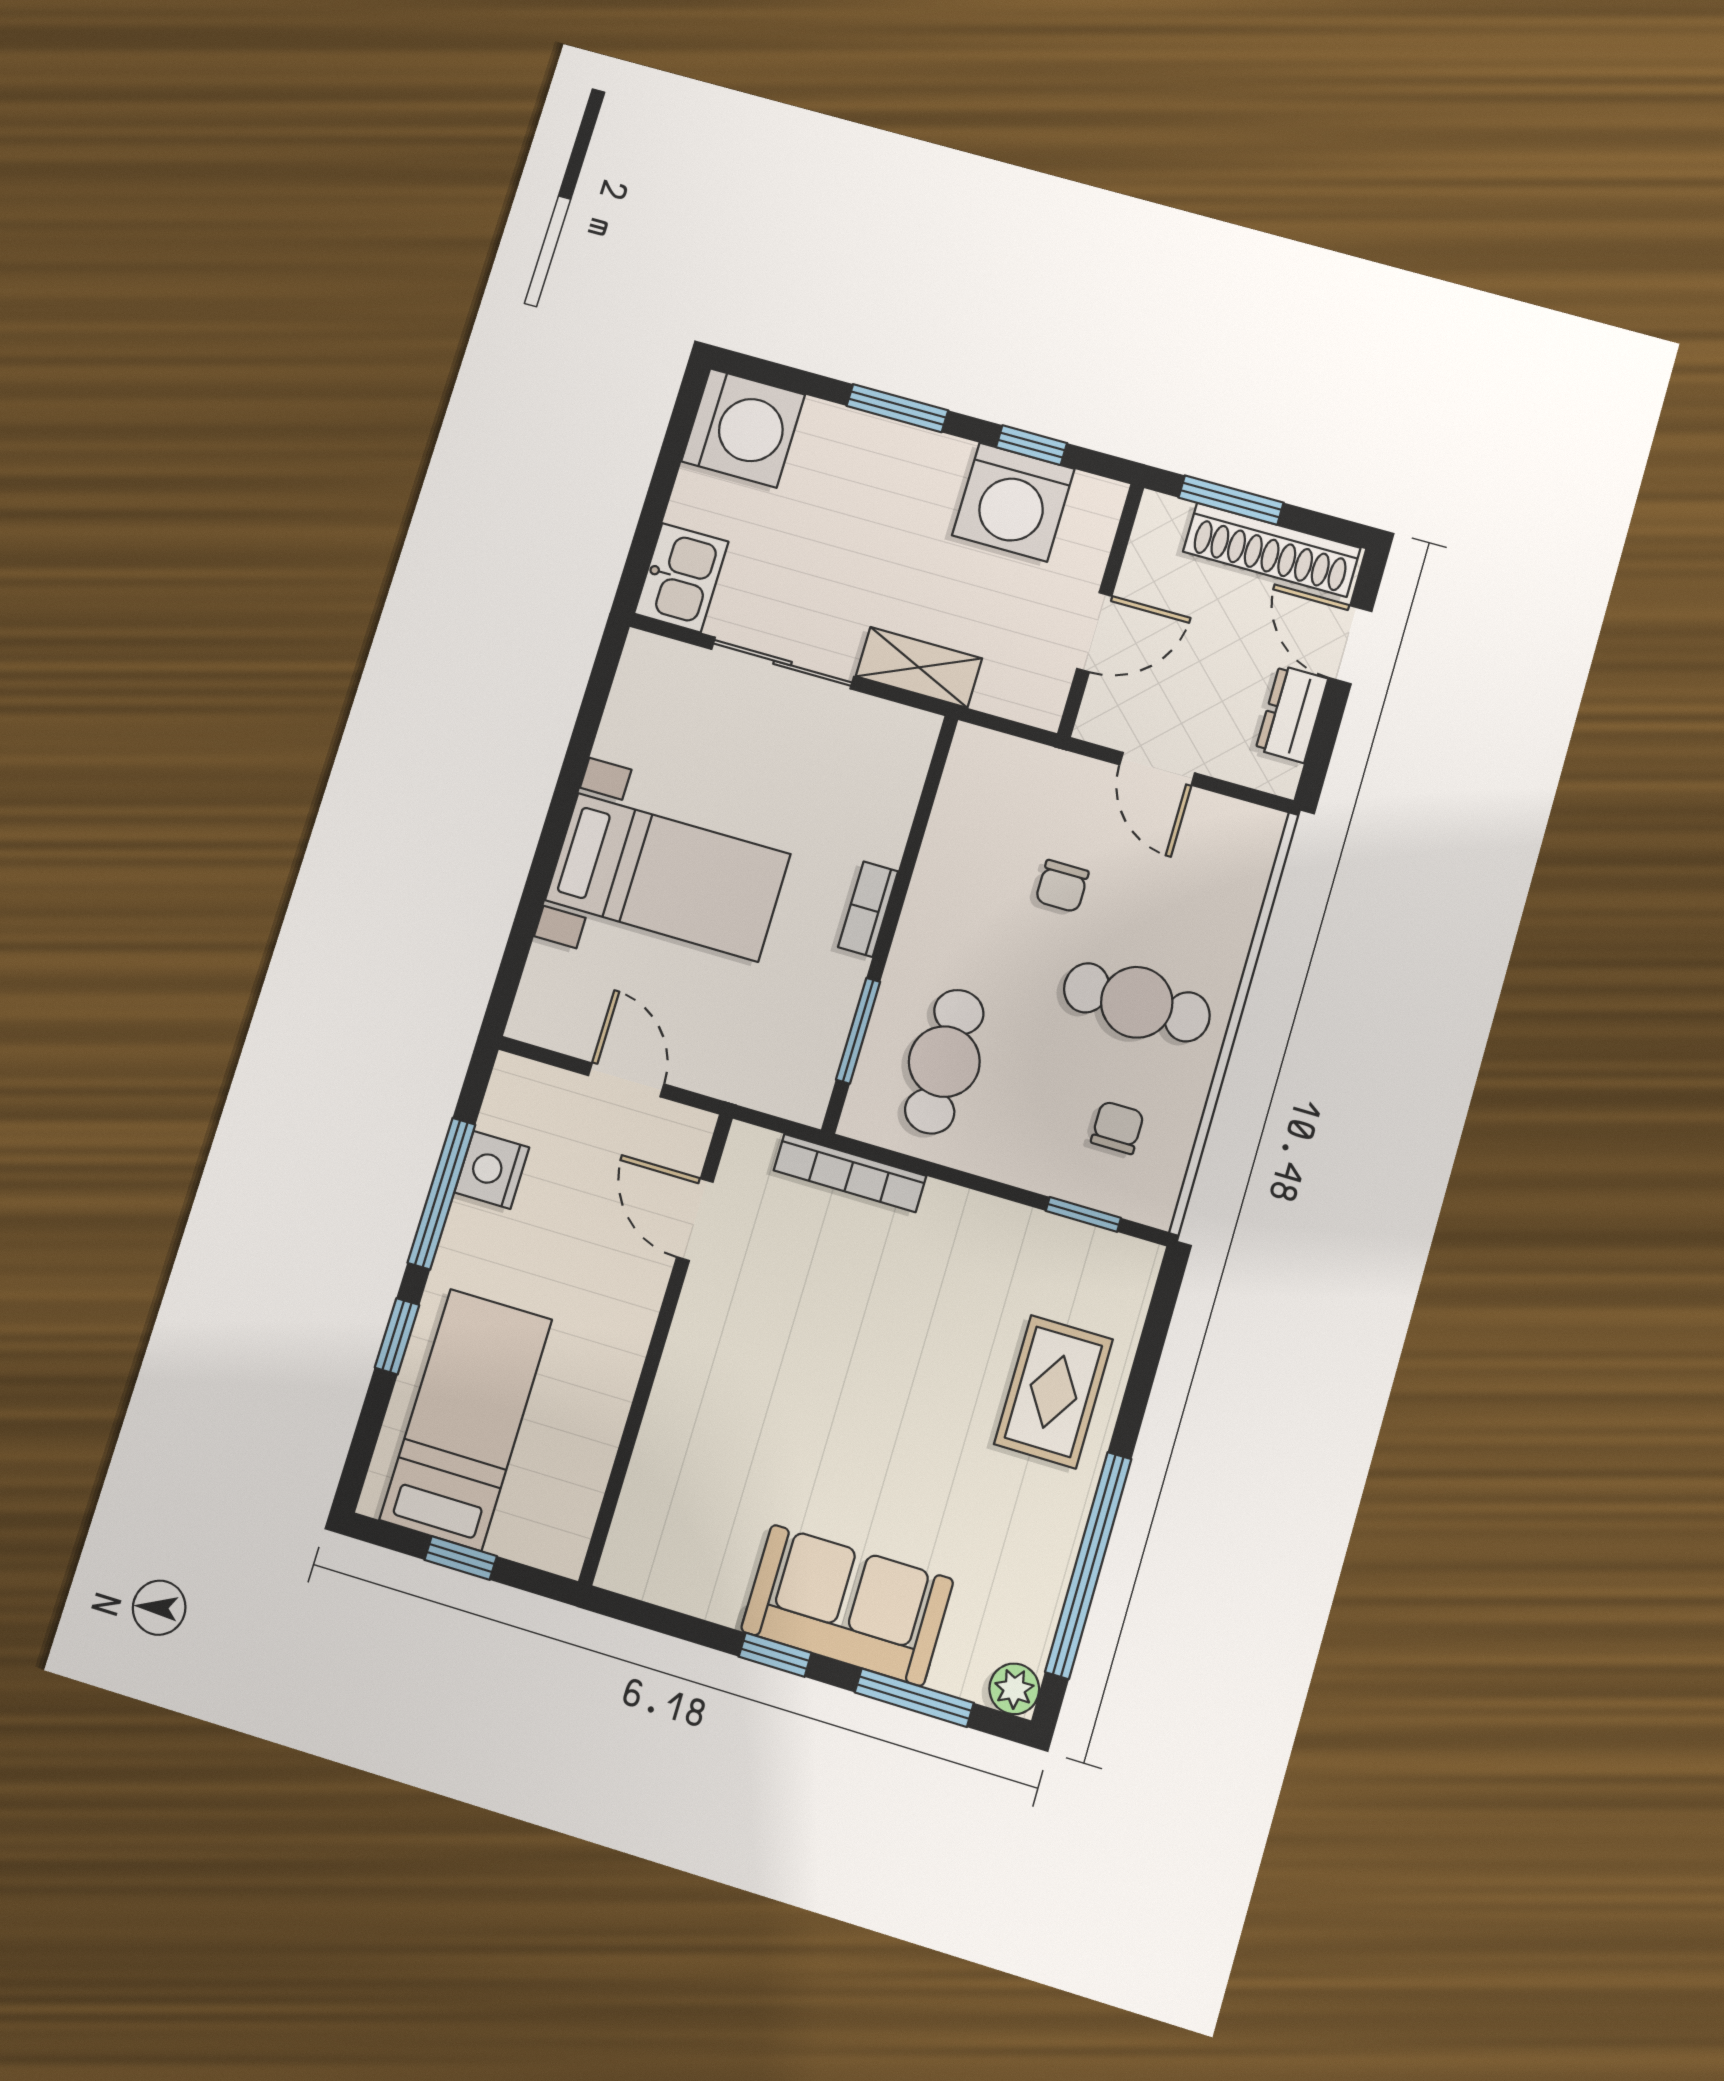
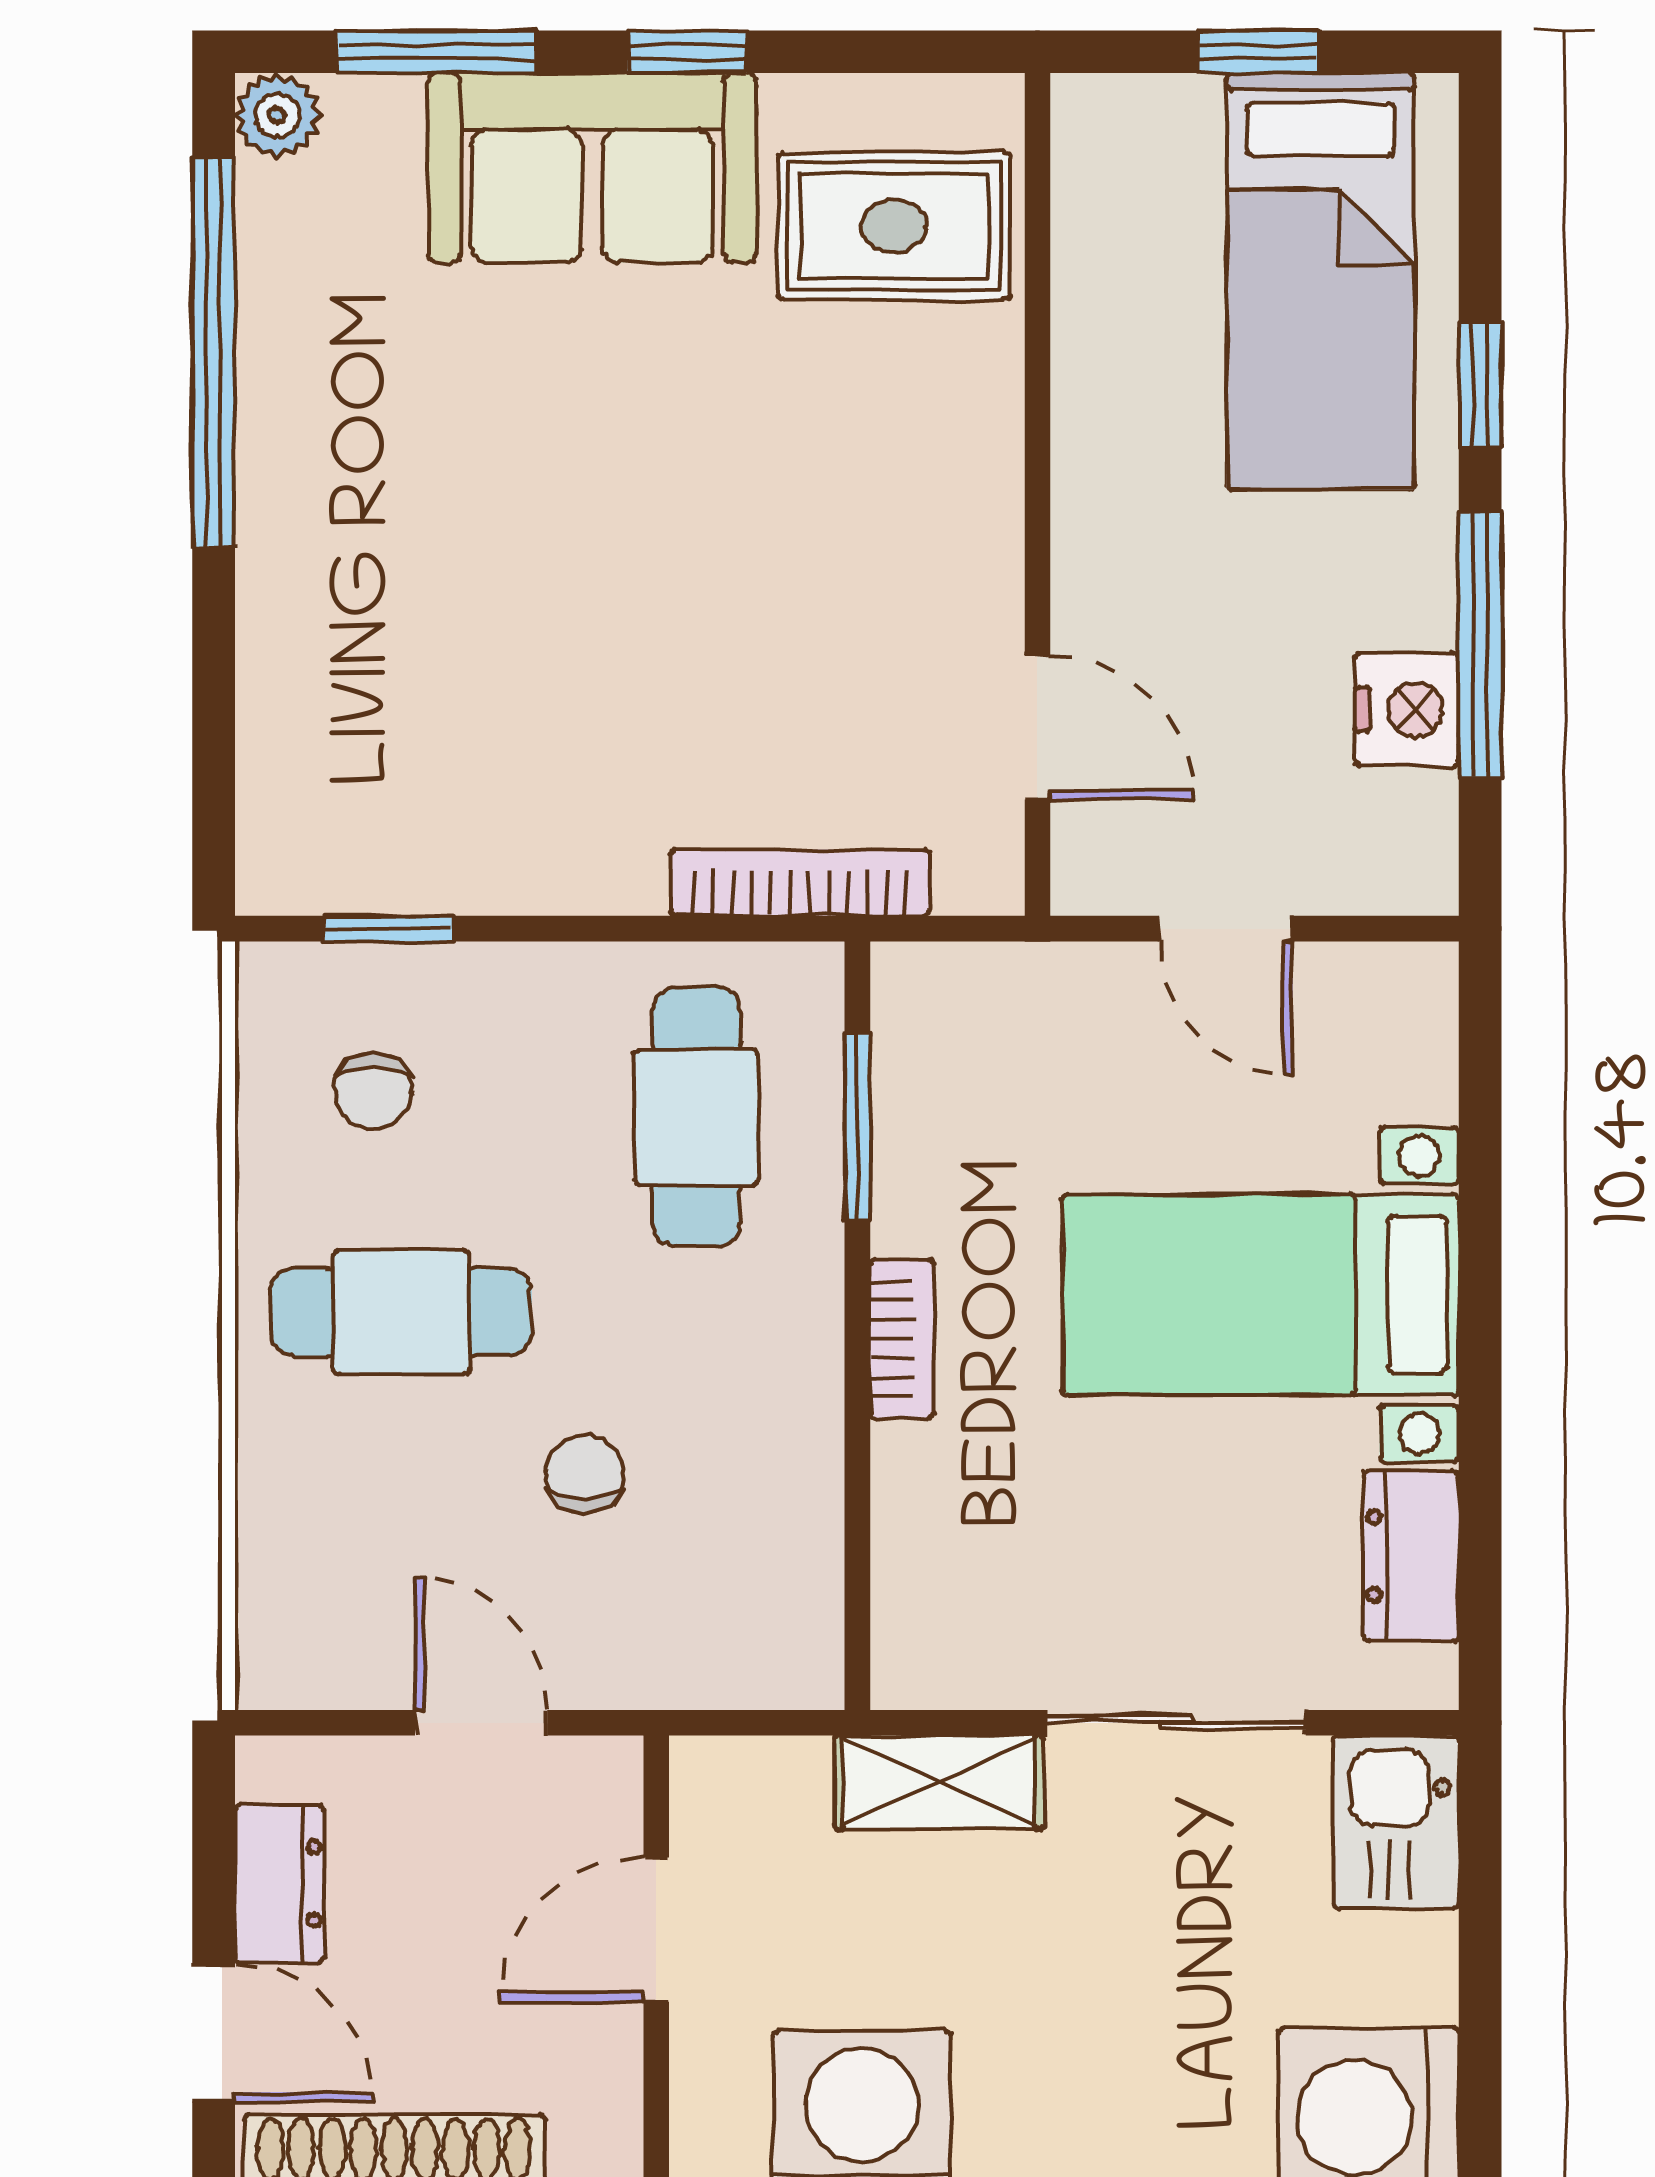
dresser: (630, 715) -> (1411, 1556), added
rug: (1053, 1392) -> (894, 226), moved, turned 90

